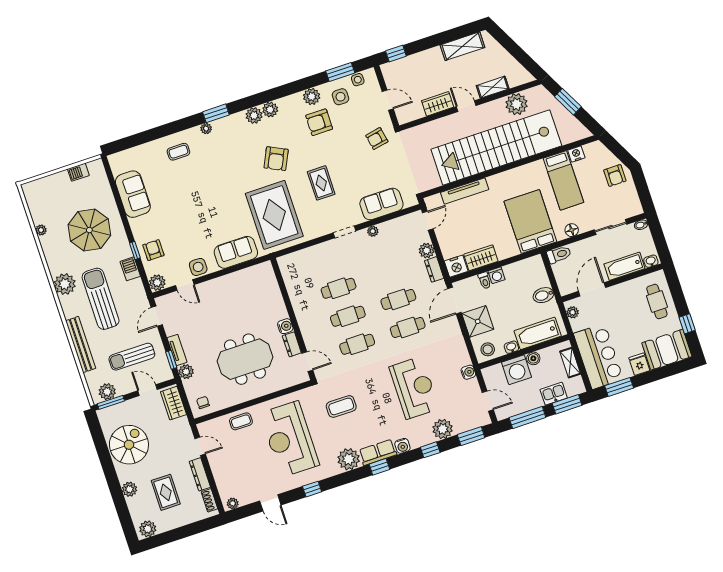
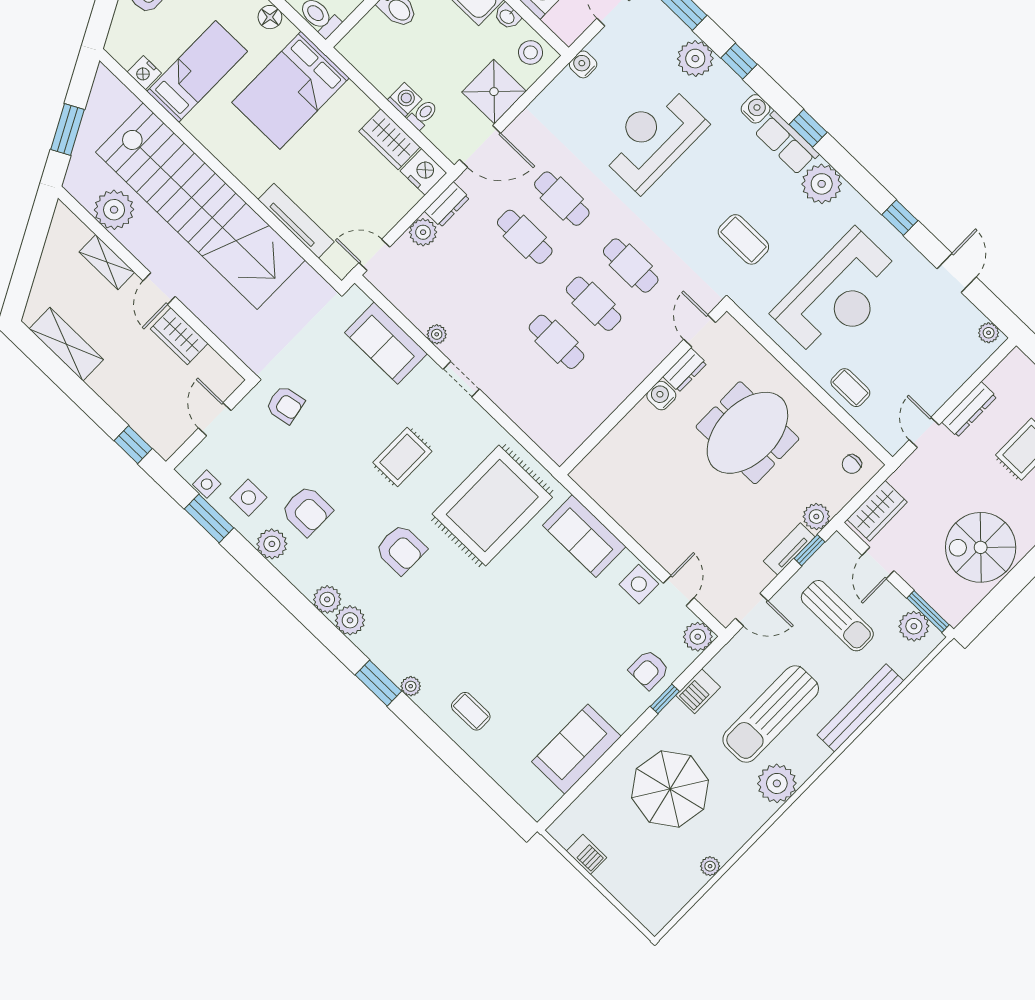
armchair: (276, 159) -> (401, 549), turned 64
meeting table: (245, 359) -> (747, 433), turned 90
shoe rack: (209, 500) -> (1003, 372), removed

